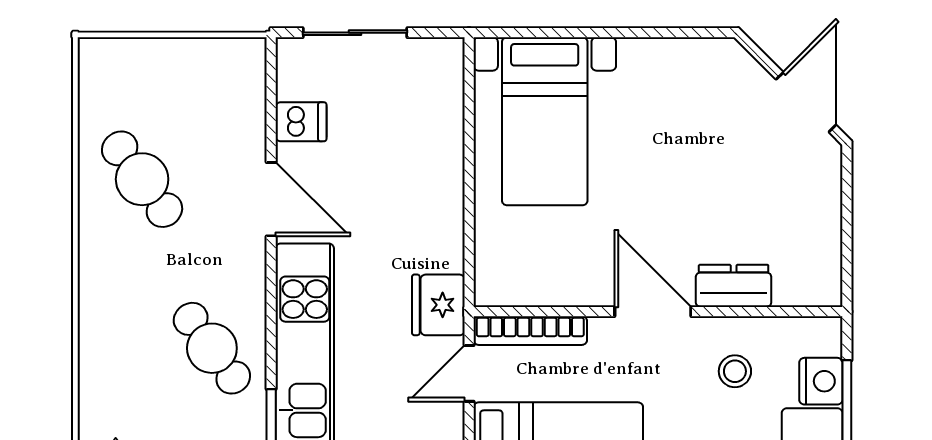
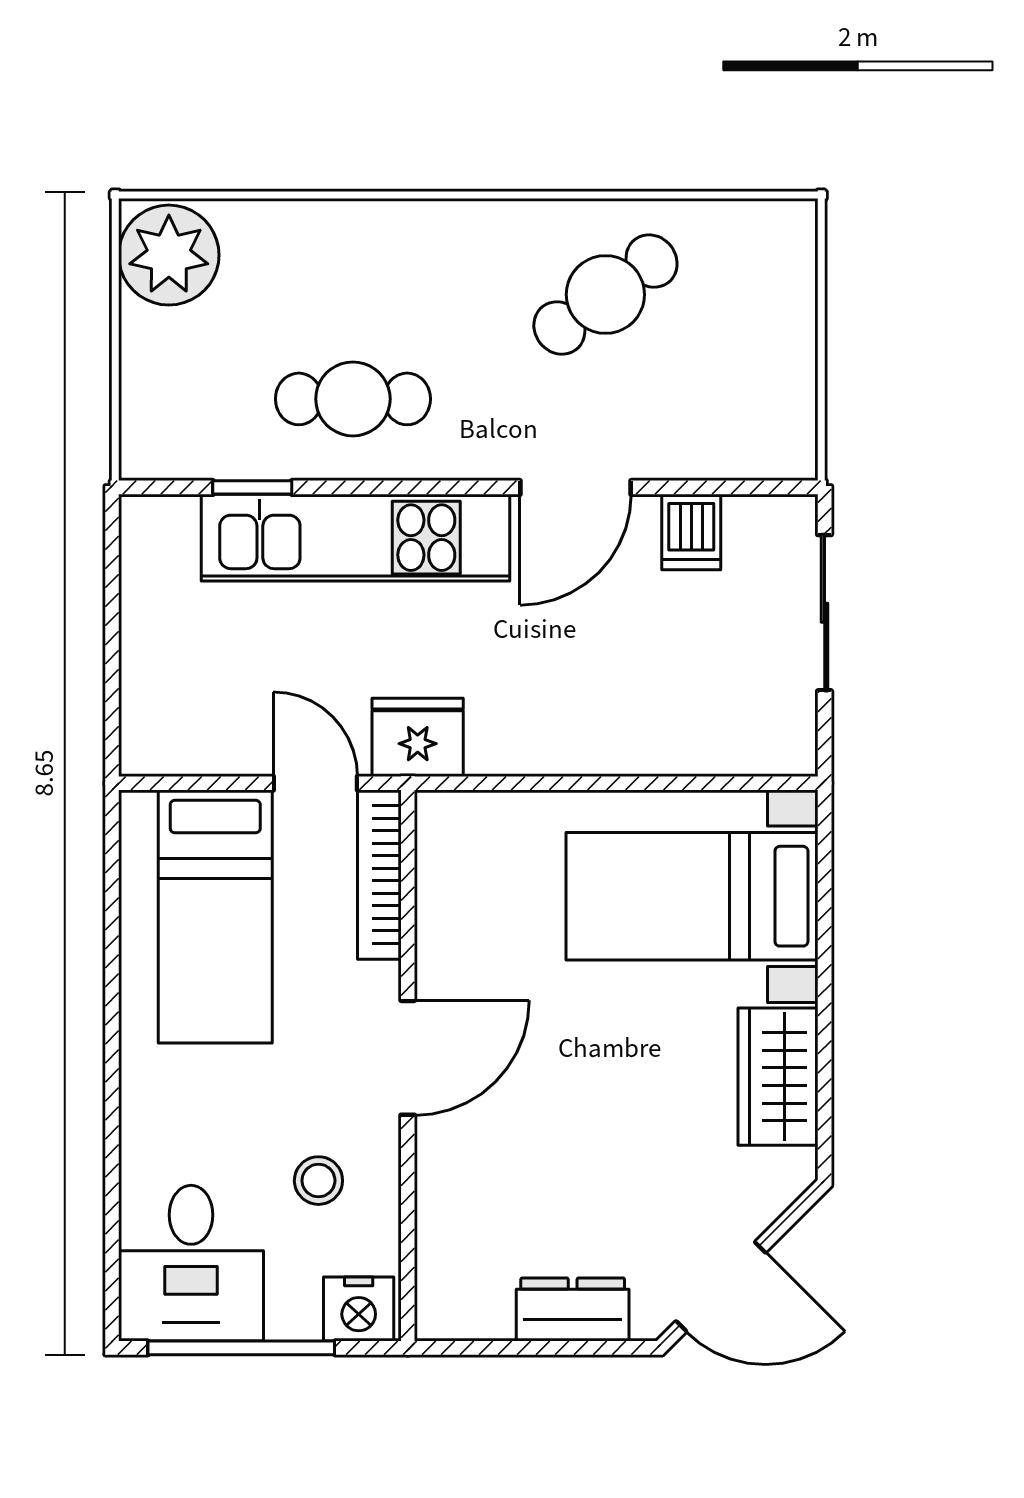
wardrobe: (665, 64) -> (778, 1077), added
dresser: (734, 286) -> (573, 1310), moved, turned -90
cafe table: (212, 348) -> (353, 399), turned 36
nightstand: (821, 381) -> (359, 1309), moved

